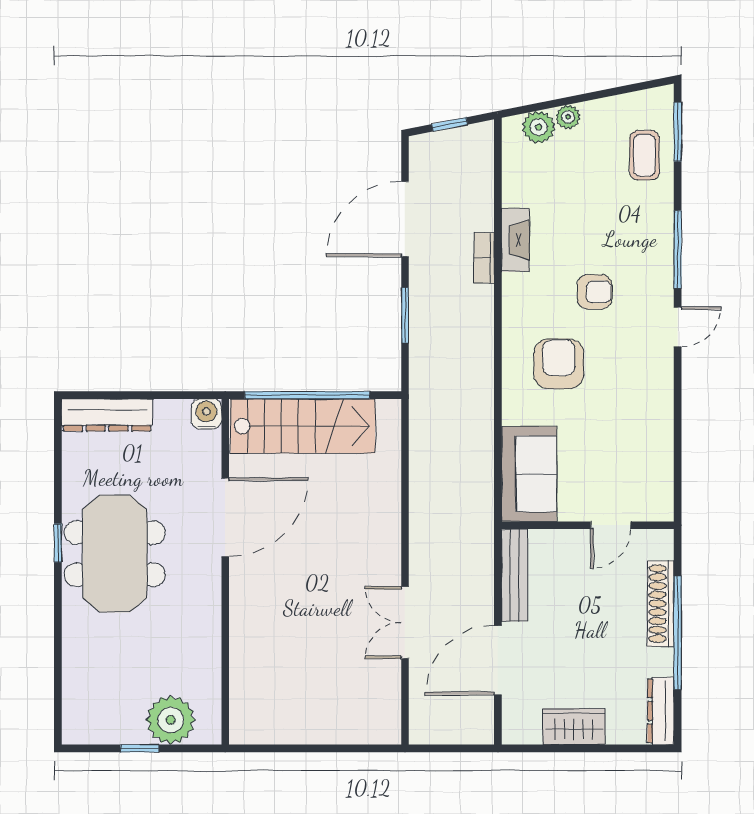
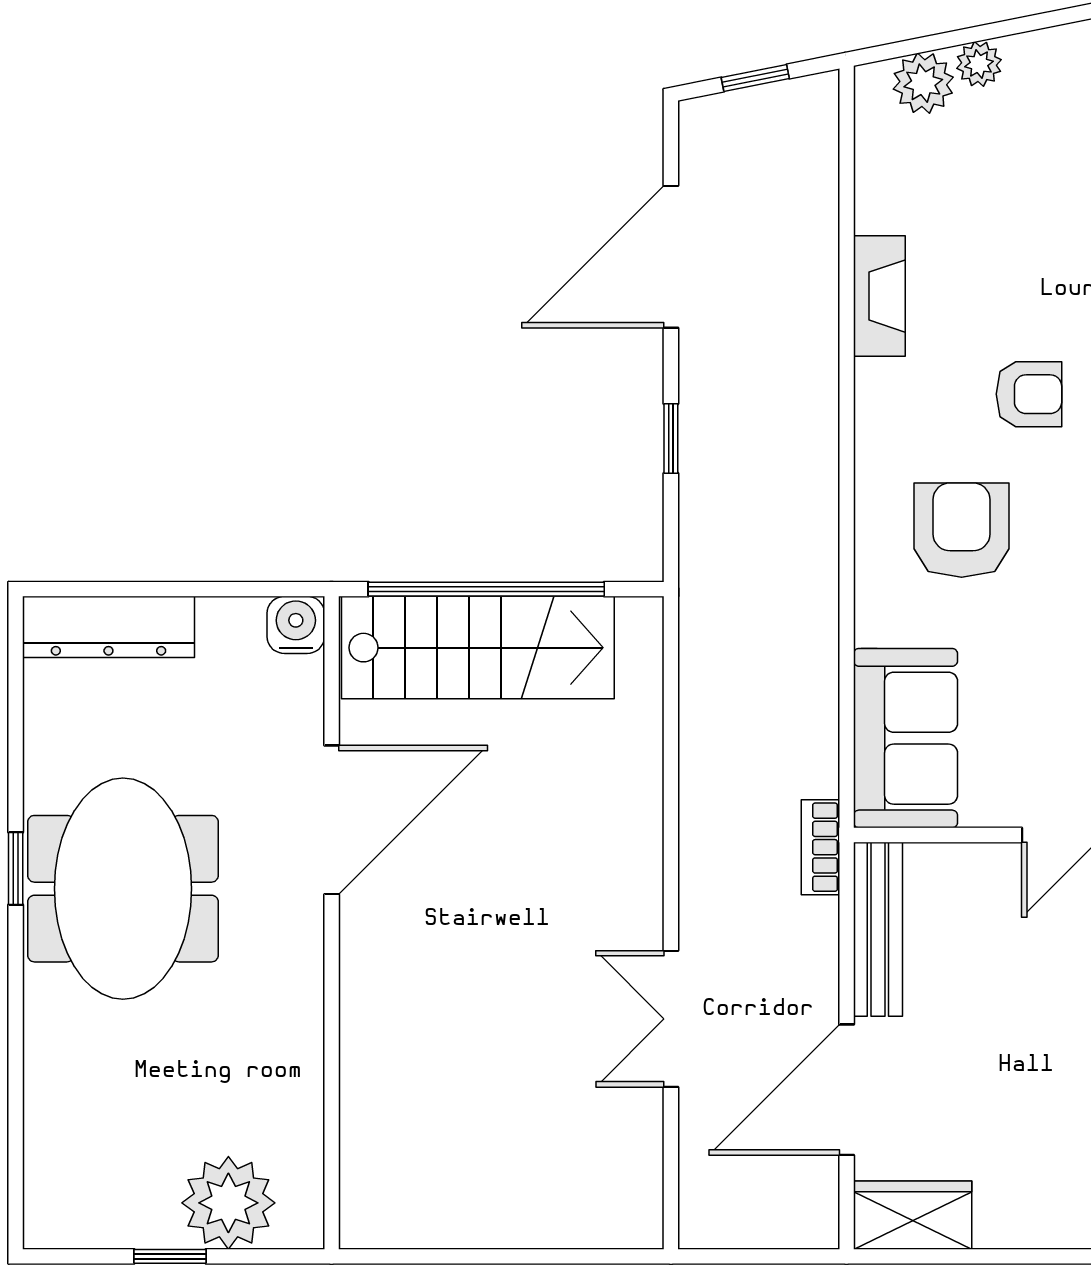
bookcase: (484, 258) -> (820, 847), moved
window: (405, 315) -> (671, 438), width x0.67
wardrobe: (574, 726) -> (913, 1215), moved

